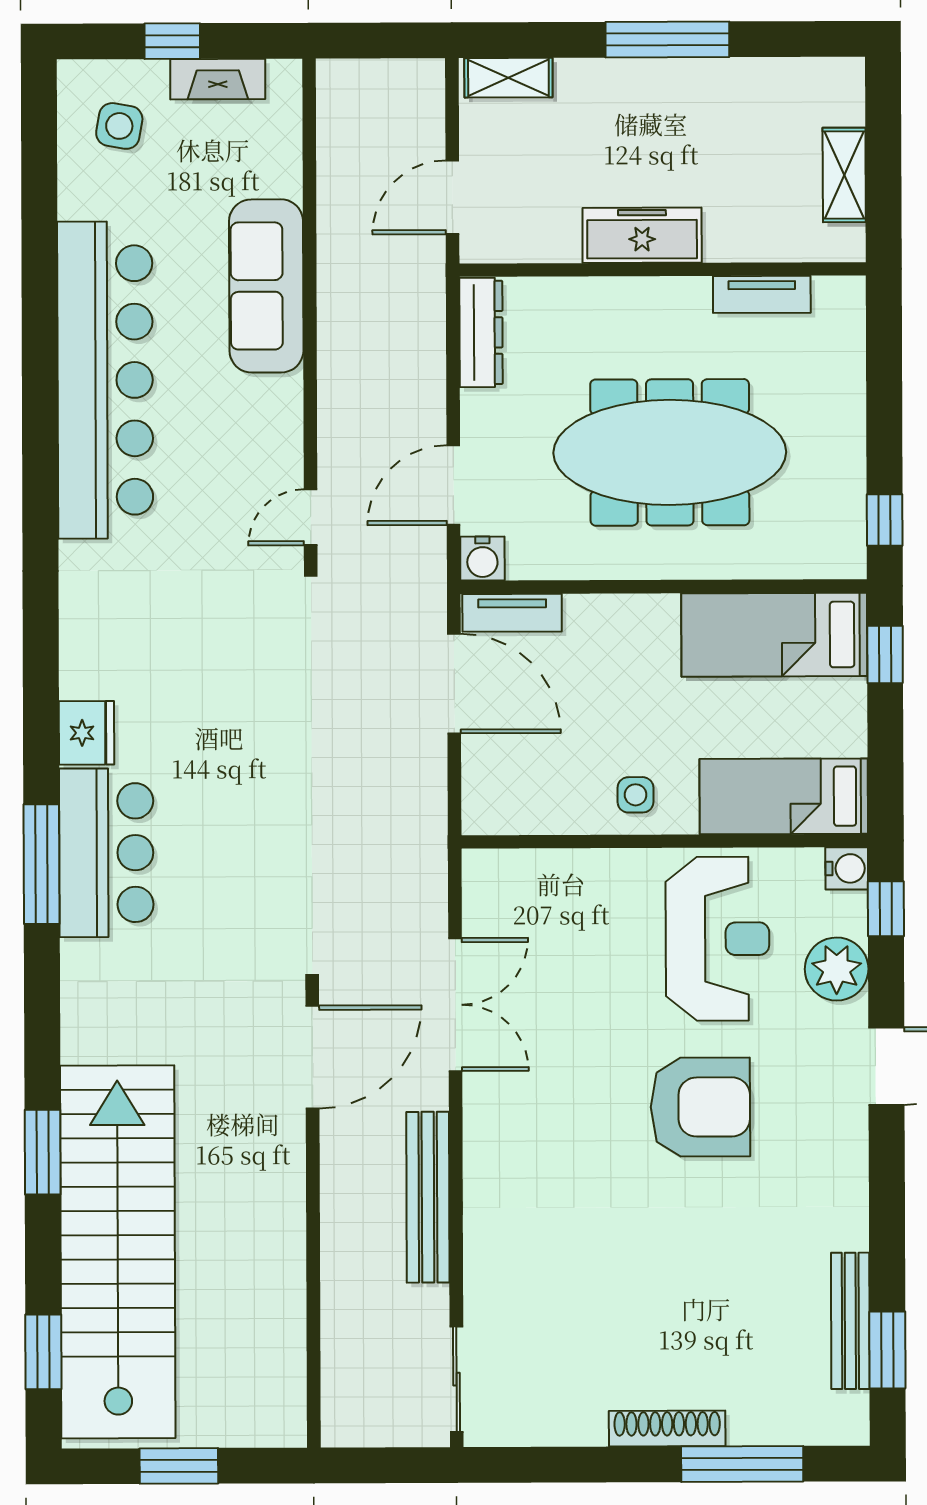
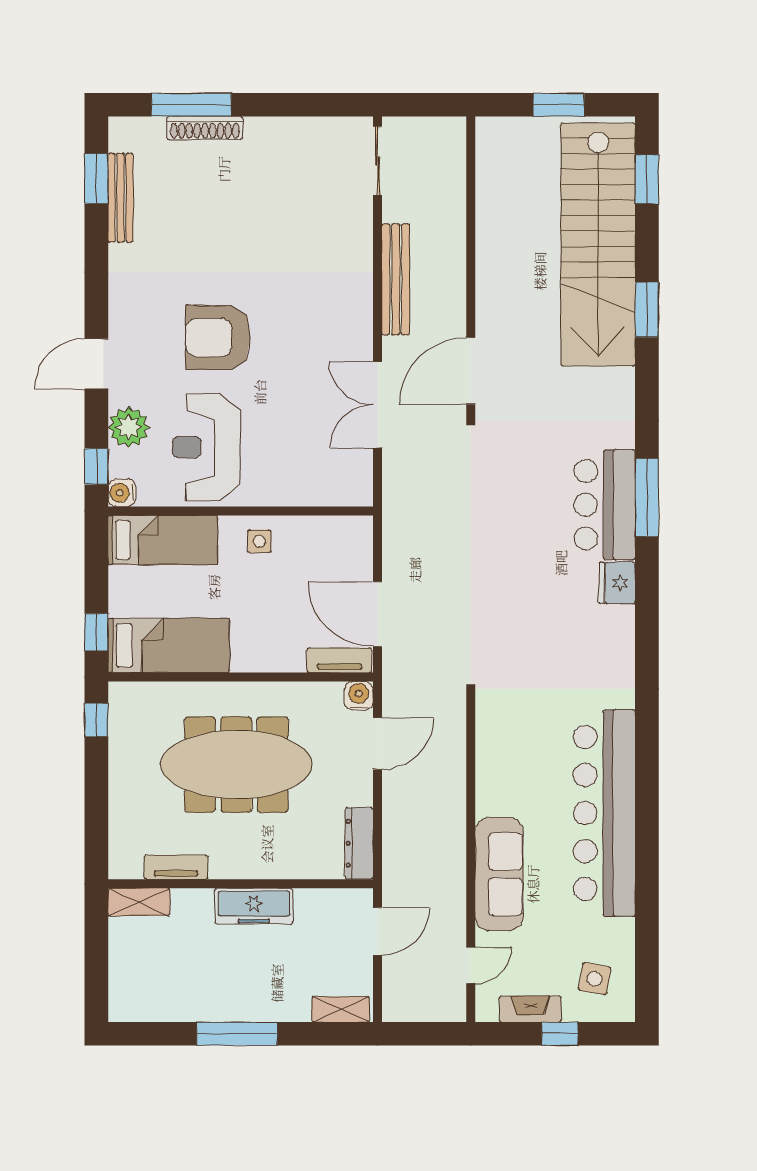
shelving: (844, 175) -> (139, 902), moved, turned 90
door: (311, 517) -> (471, 965), moved
shoe rack: (667, 1428) -> (205, 128), moved

